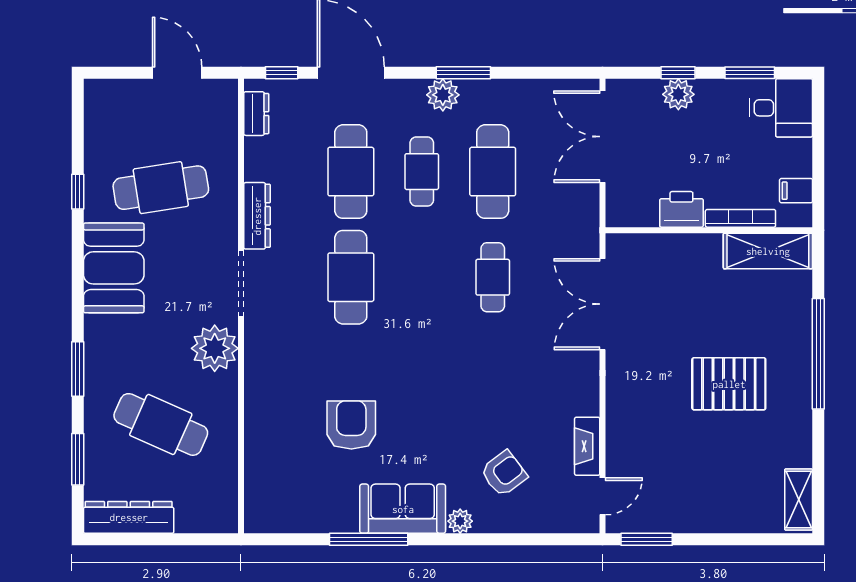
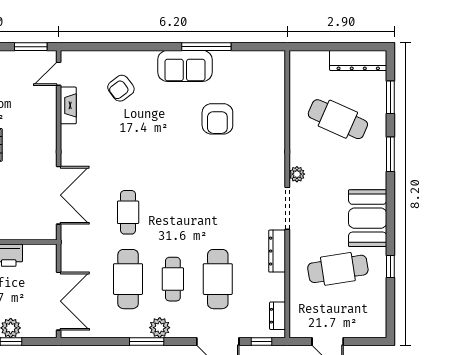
cafe table: (351, 277) -> (218, 212), removed
plant: (215, 348) -> (297, 174), width x0.53, depth x0.53
plant: (460, 521) -> (149, 58), removed

